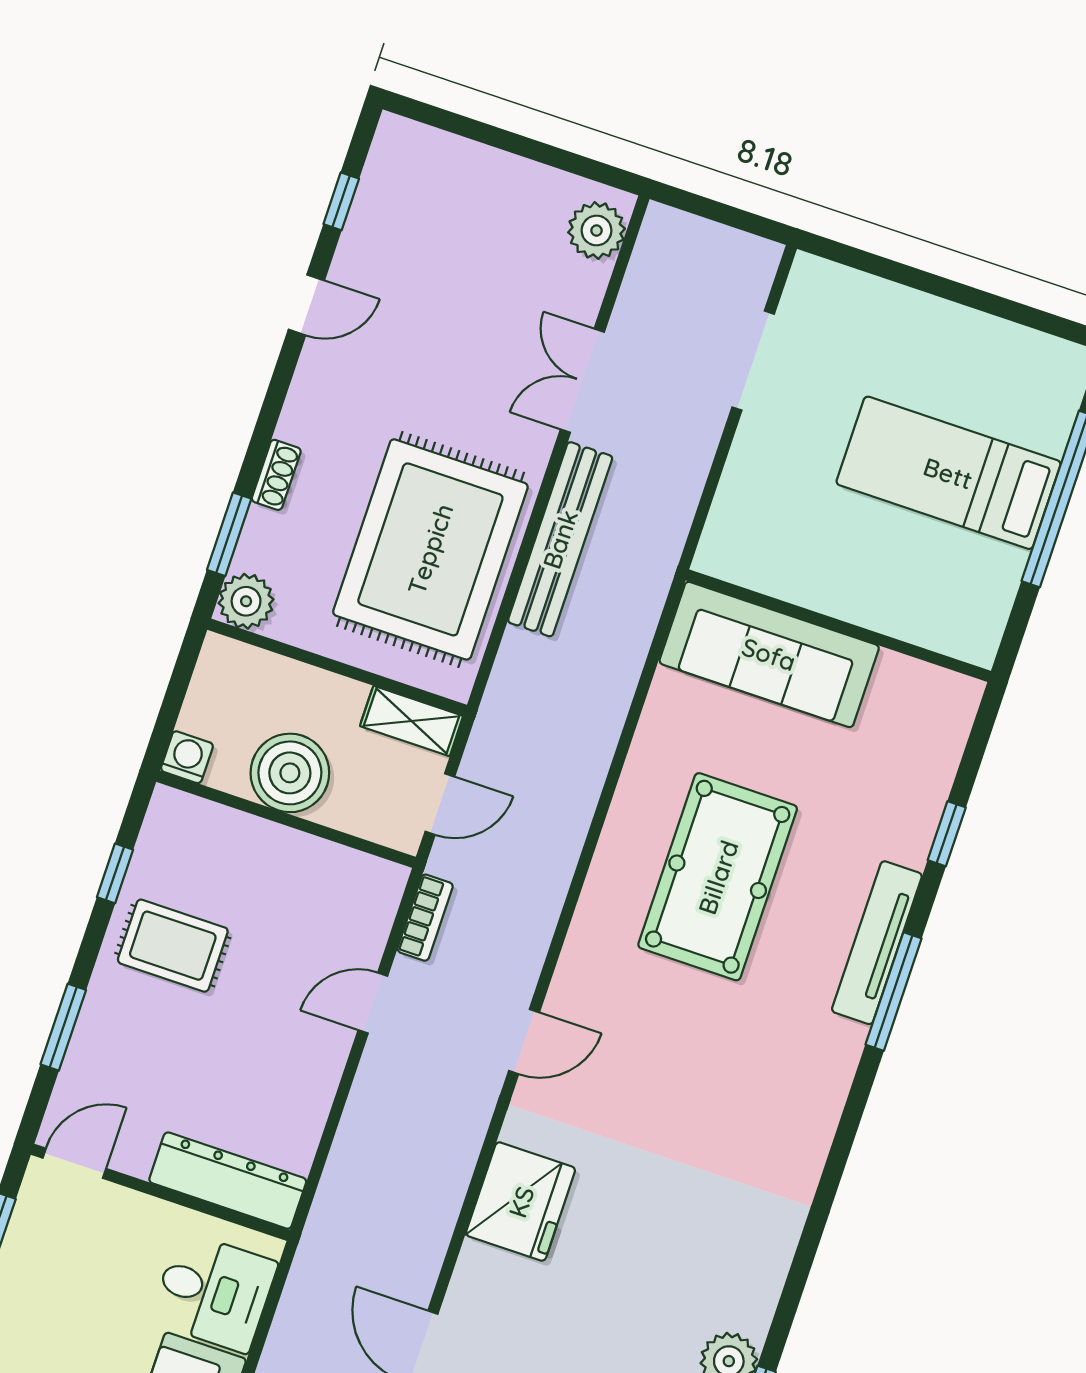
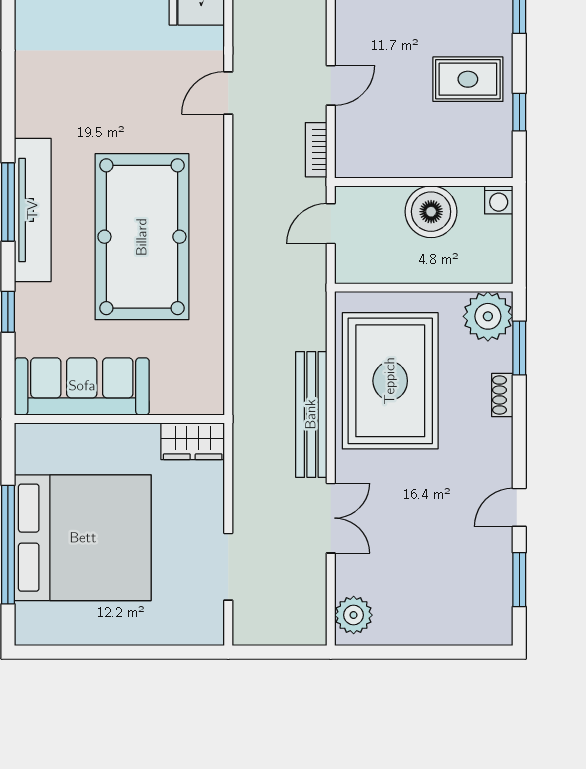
window: (341, 201) -> (519, 580), width x1.50
bed: (948, 473) -> (83, 538), width x2.04
wardrobe: (744, 558) -> (193, 441), added
plant: (246, 601) -> (488, 316), width x1.36, depth x1.36
sofa: (769, 654) -> (82, 386), moved
shelving: (412, 721) -> (366, 270), removed
pool table: (718, 877) -> (142, 237), width x1.36, depth x1.32
tv unit: (877, 943) -> (33, 210), width x1.36, depth x1.29

